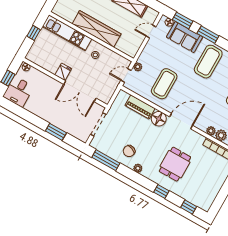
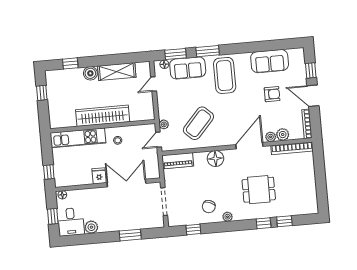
window: (34, 33) -> (49, 172), moved
coffee table: (164, 84) -> (198, 123), turned 42
double door: (80, 91) -> (126, 183), swing flipped
plant: (31, 106) -> (91, 227), added
piano: (140, 107) -> (178, 161), moved
door: (181, 121) -> (249, 146), moved
window: (106, 160) -> (193, 229), width x0.46
dining table: (175, 164) -> (259, 190), turned 90
window: (189, 207) -> (284, 221), moved

